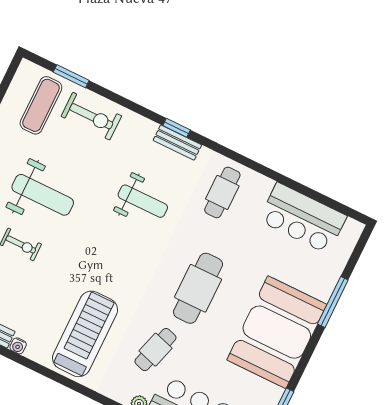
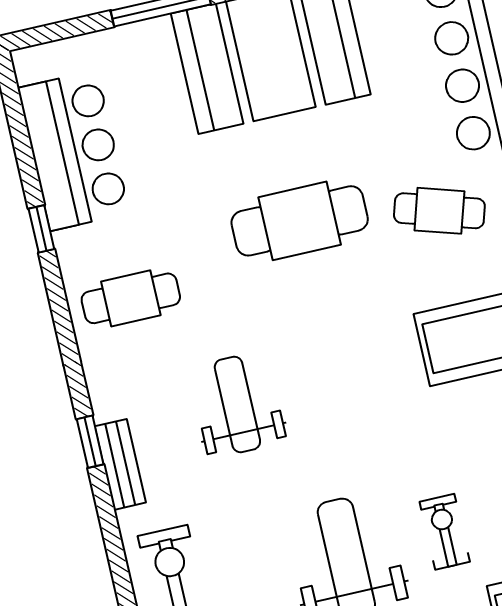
bench: (177, 143) -> (120, 464), moved
window: (281, 179) -> (41, 229), added

